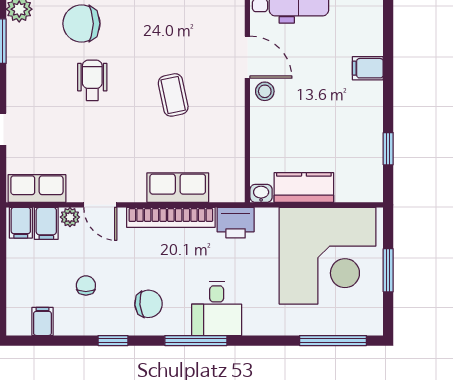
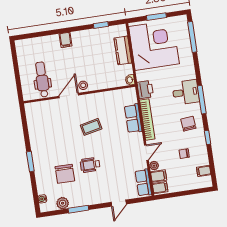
kitchen counter: (304, 187) -> (123, 50), moved

